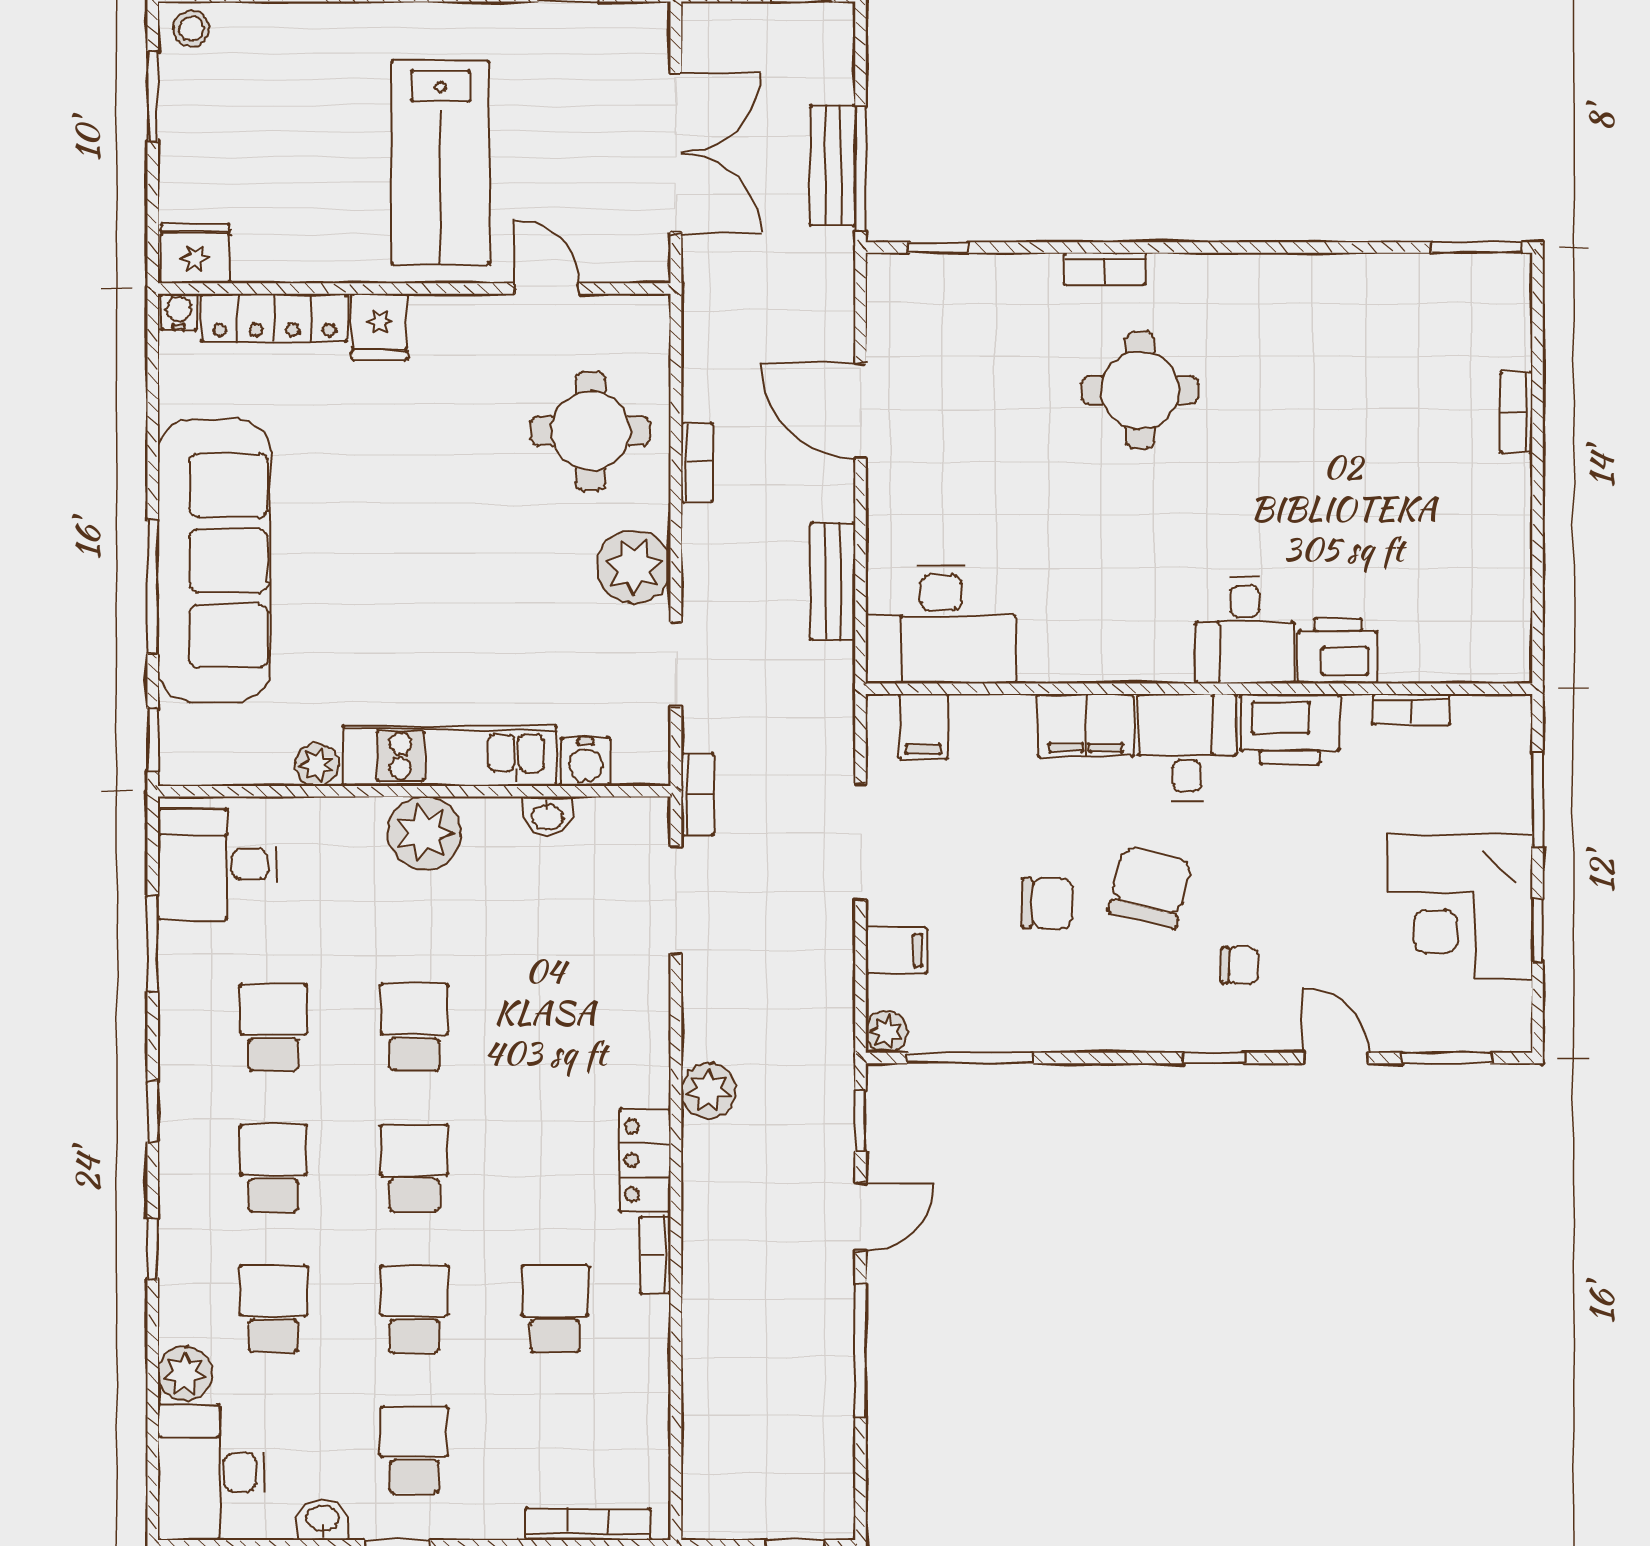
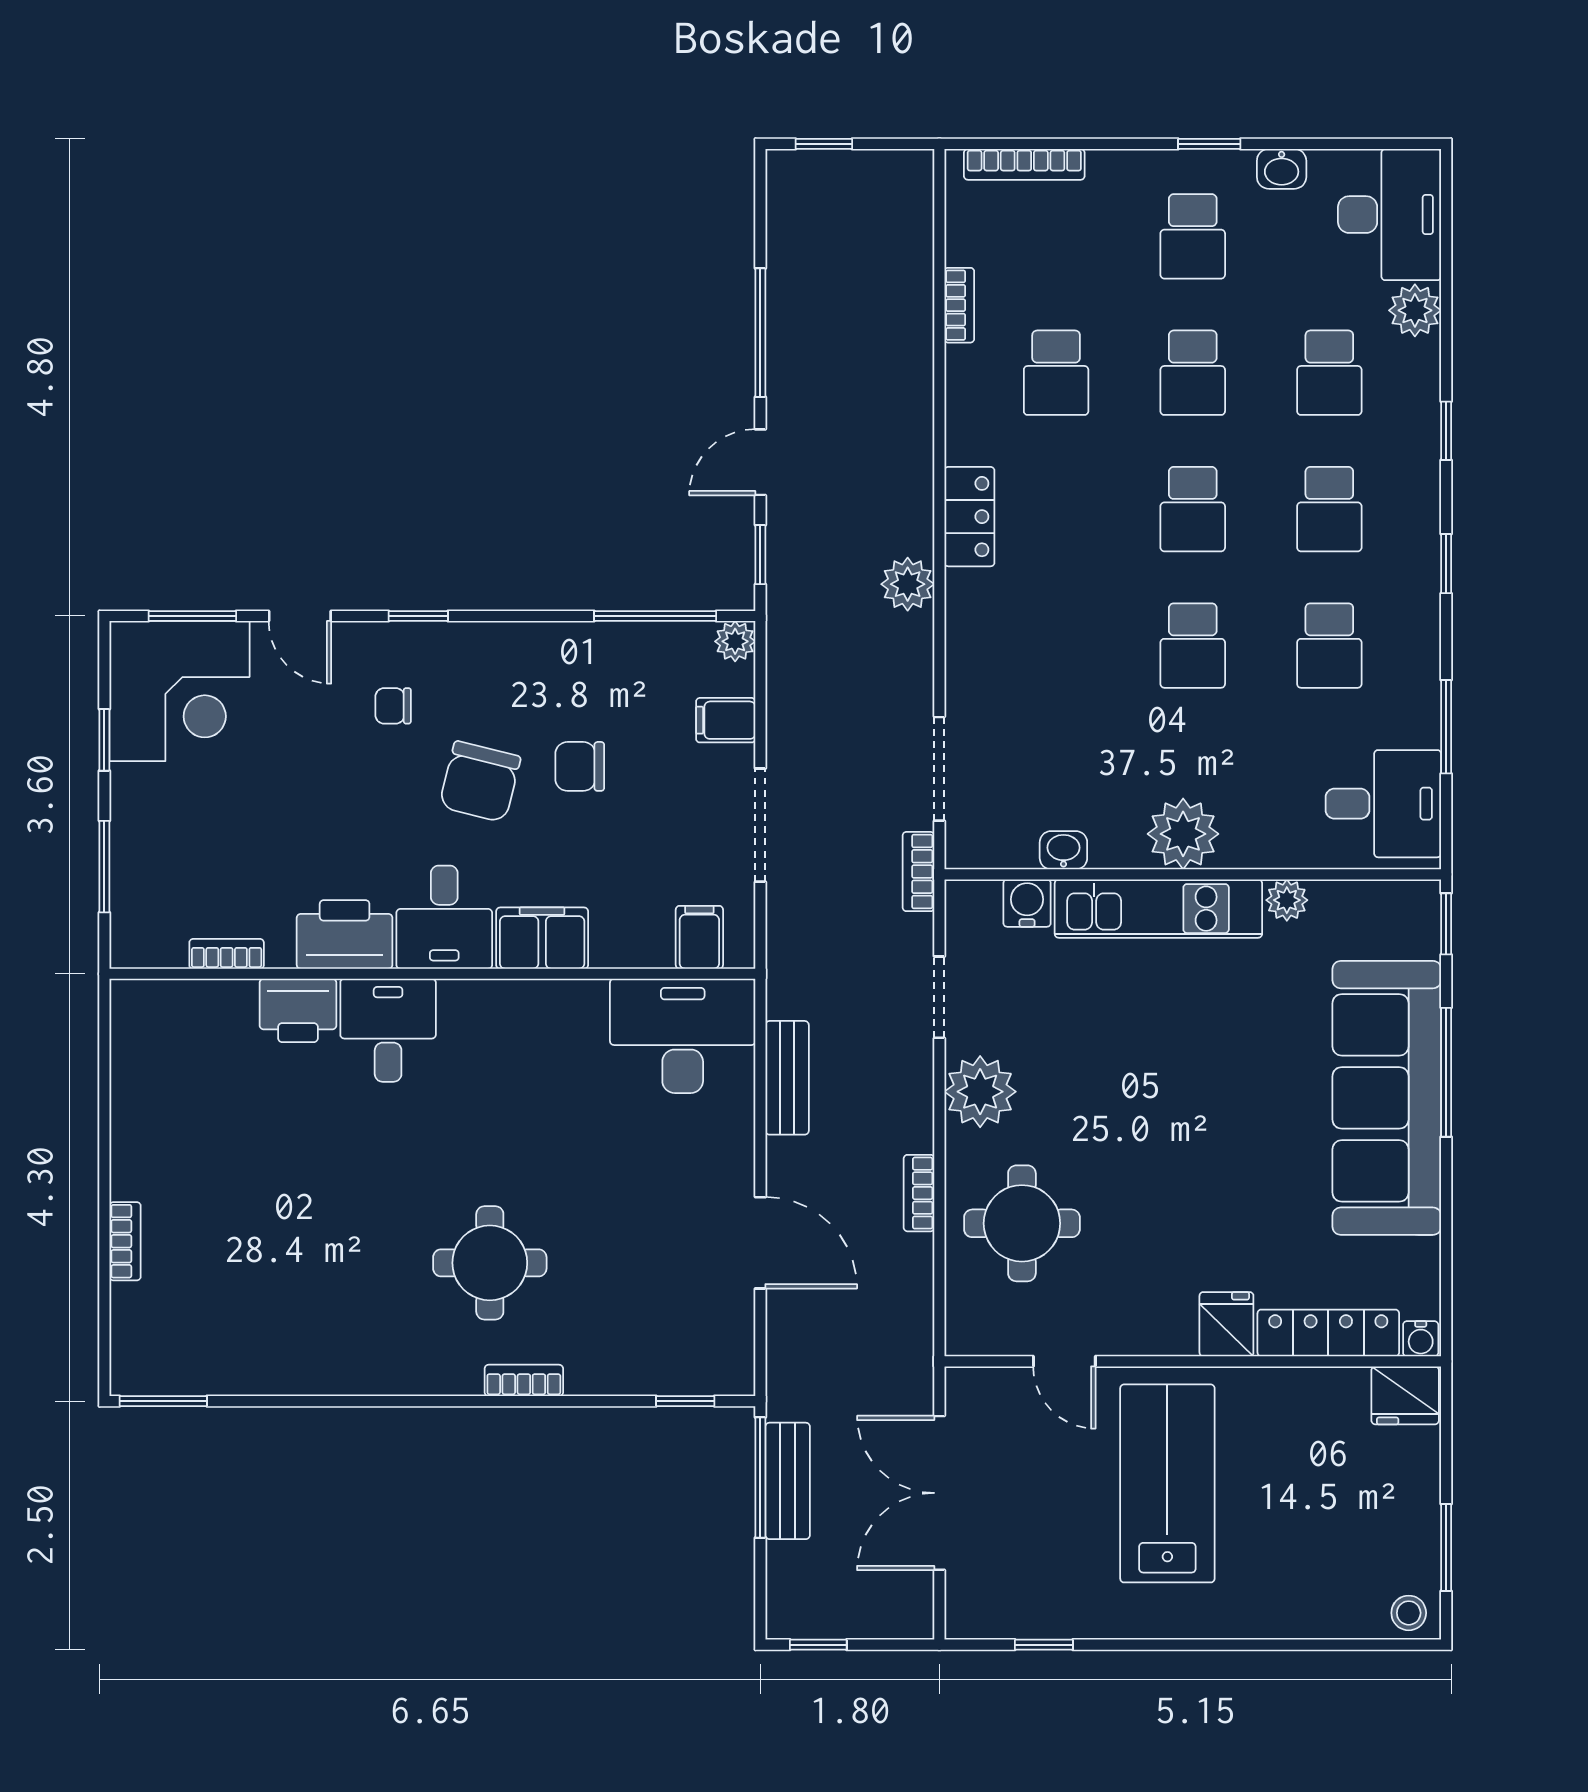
corner desk: (1460, 907) -> (180, 691), moved, turned 90
bookcase: (655, 1255) -> (959, 305), moved

